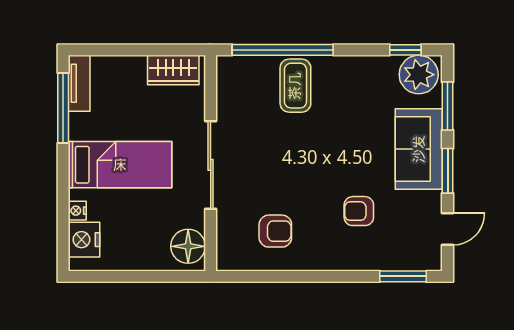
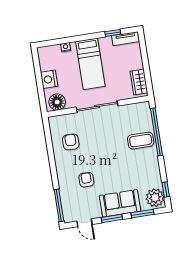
window: (63, 108) -> (113, 33), width x0.46
armchair: (275, 231) -> (71, 142), turned 180
nightstand: (84, 240) -> (49, 79), moved, turned -90
window: (403, 276) -> (59, 205), width x1.44

